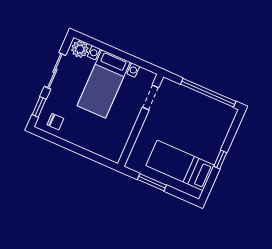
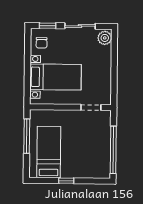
bed with nightstands: (104, 84) -> (55, 77), moved, turned 180
window: (152, 182) -> (27, 136), width x1.44

